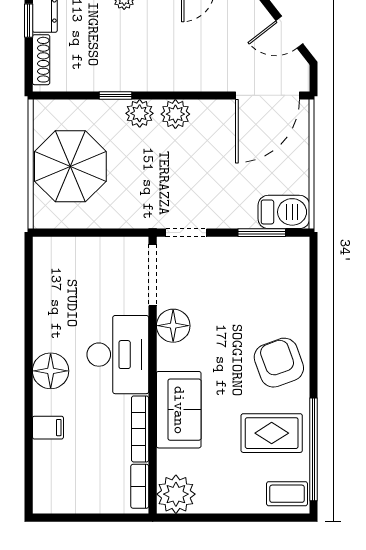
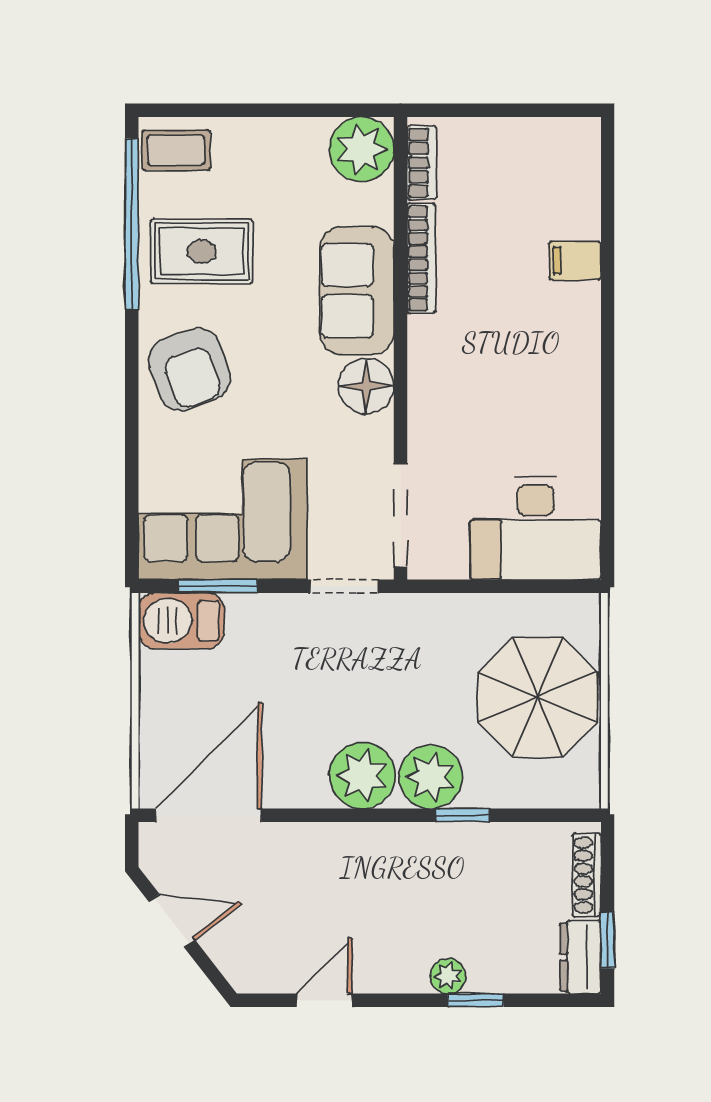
plant: (140, 113) -> (431, 777), width x1.36, depth x1.36
plant: (175, 114) -> (362, 775), width x1.36, depth x1.36
corner sofa: (259, 273) -> (223, 519), added
floor lamp: (173, 326) -> (366, 386), moved
desk: (118, 355) -> (536, 528), moved, turned -90
floor lamp: (51, 371) -> (571, 355), removed

